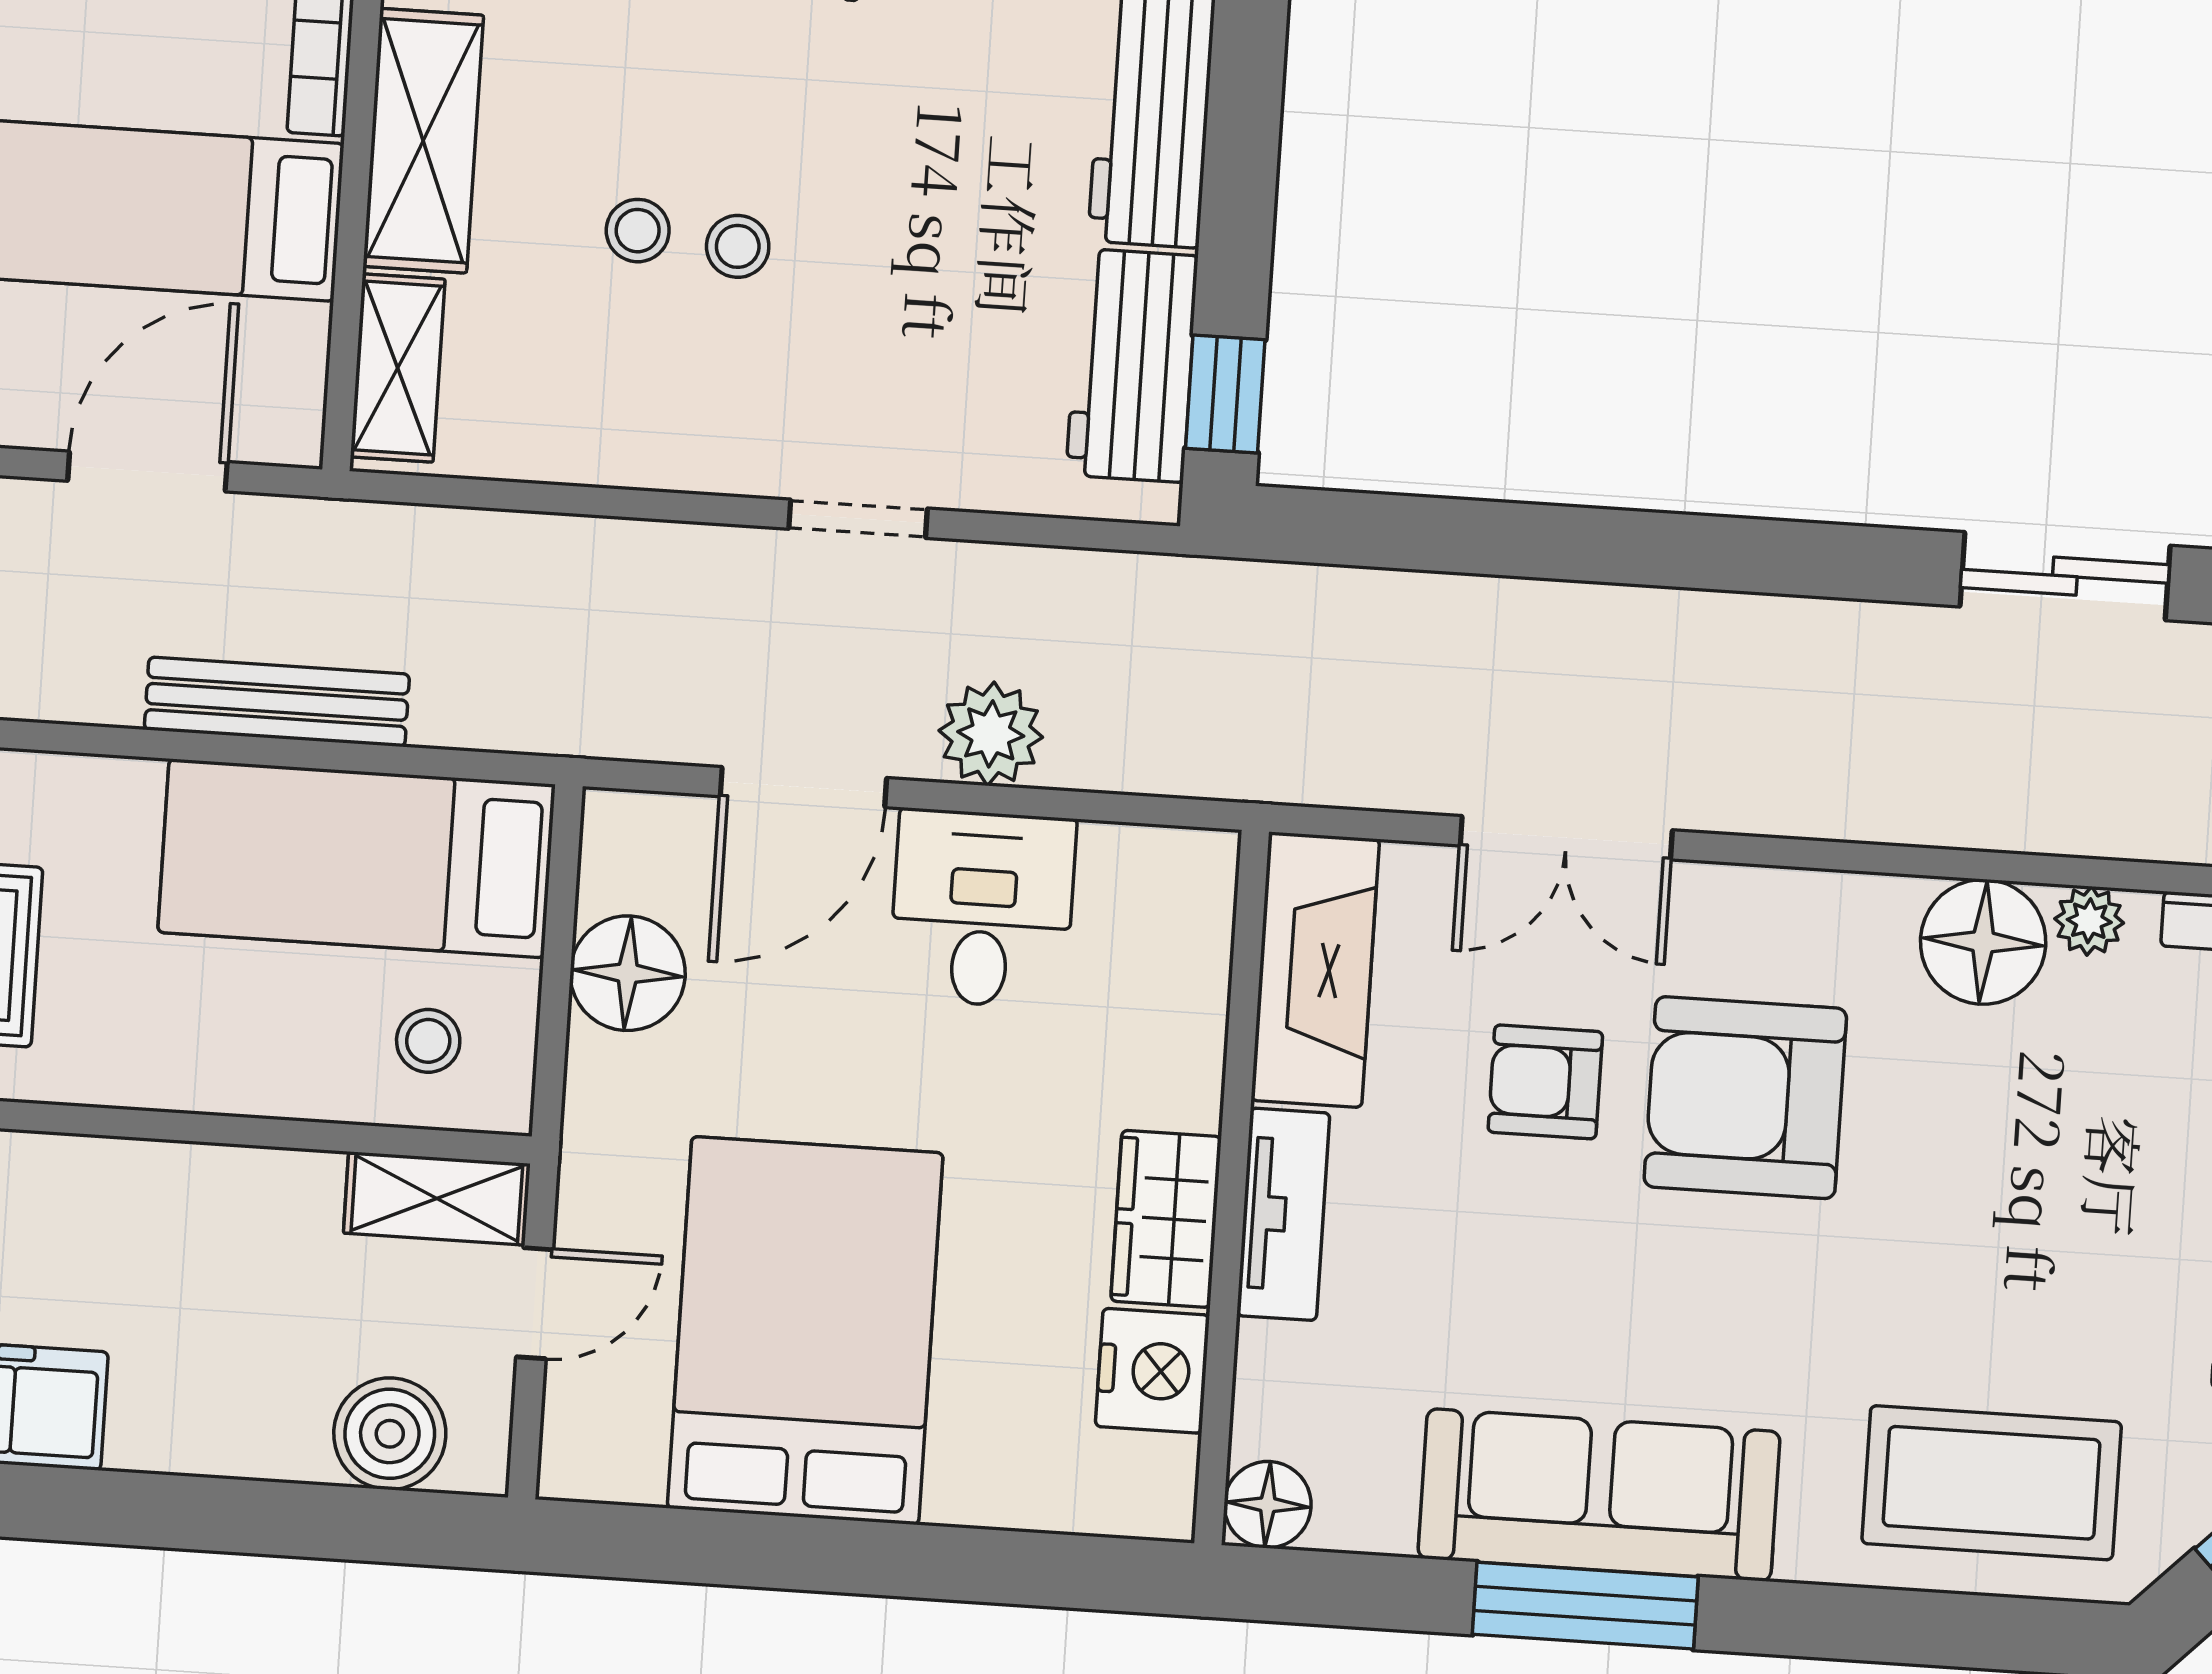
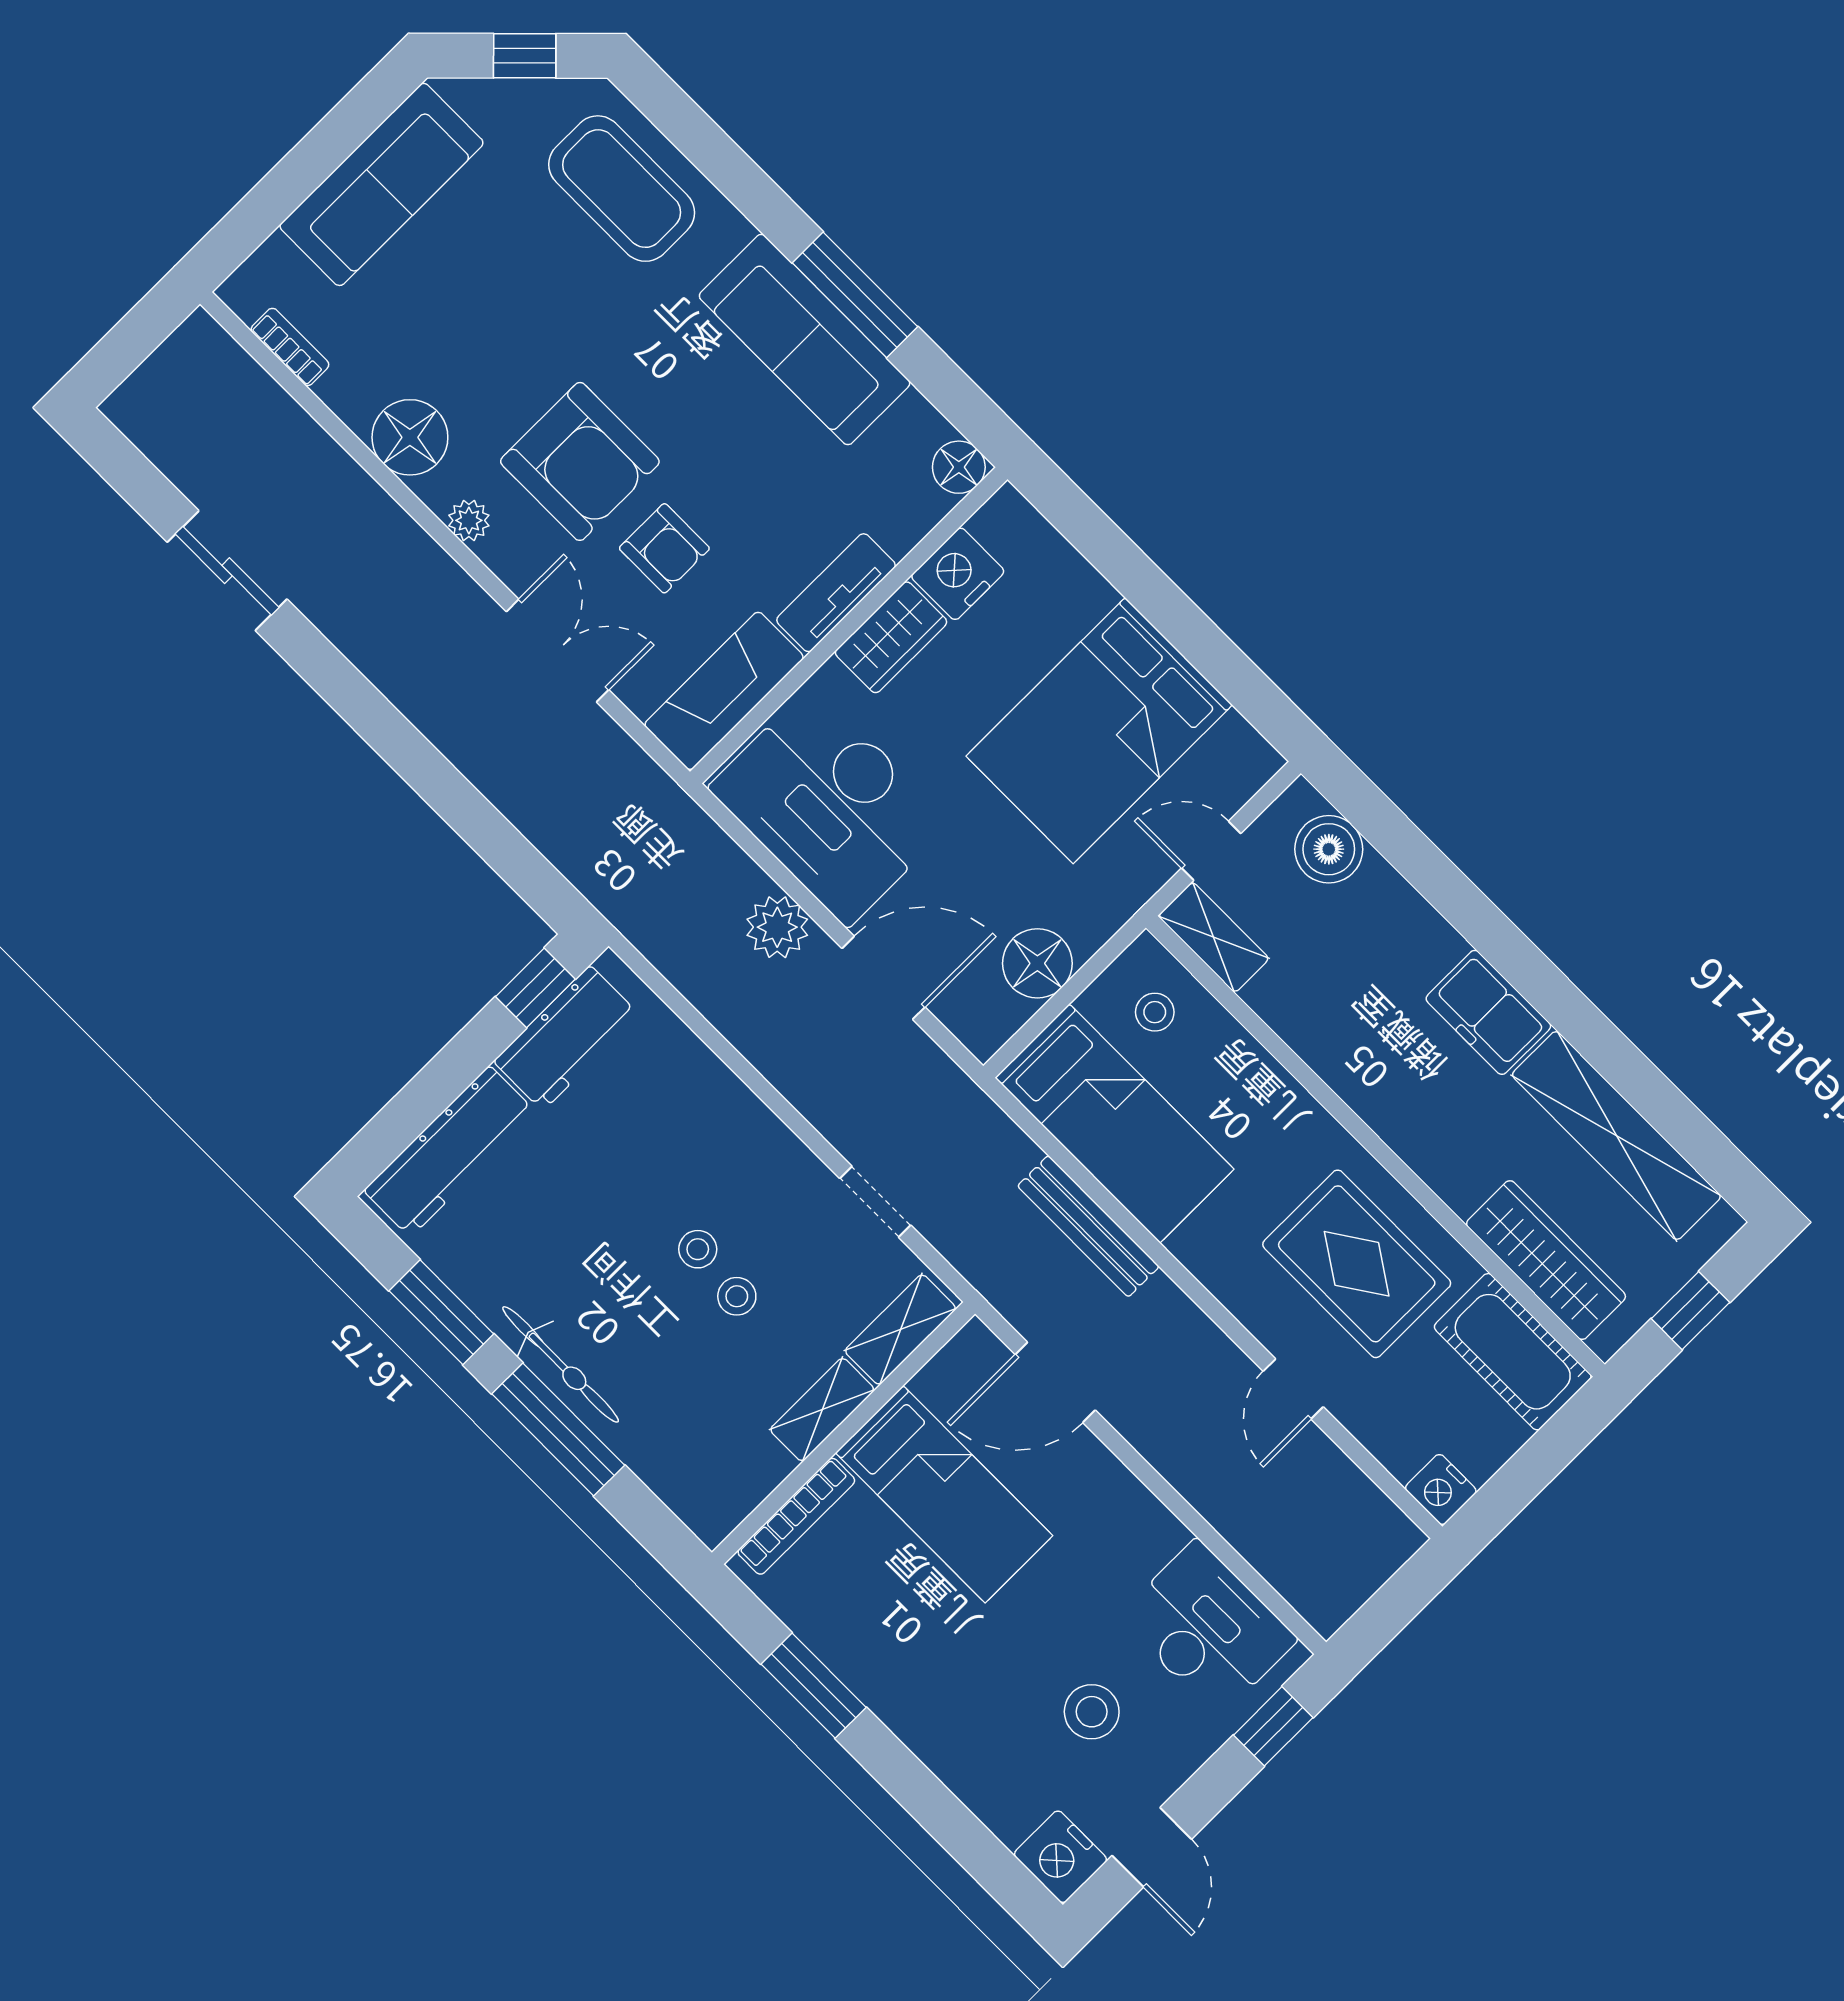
shelving: (423, 141) -> (822, 1410), width x0.67, depth x0.75
doorway: (858, 519) -> (875, 1202), moved
desk: (982, 909) -> (830, 806), width x1.87, depth x1.30
plant: (2089, 921) -> (469, 520), moved

